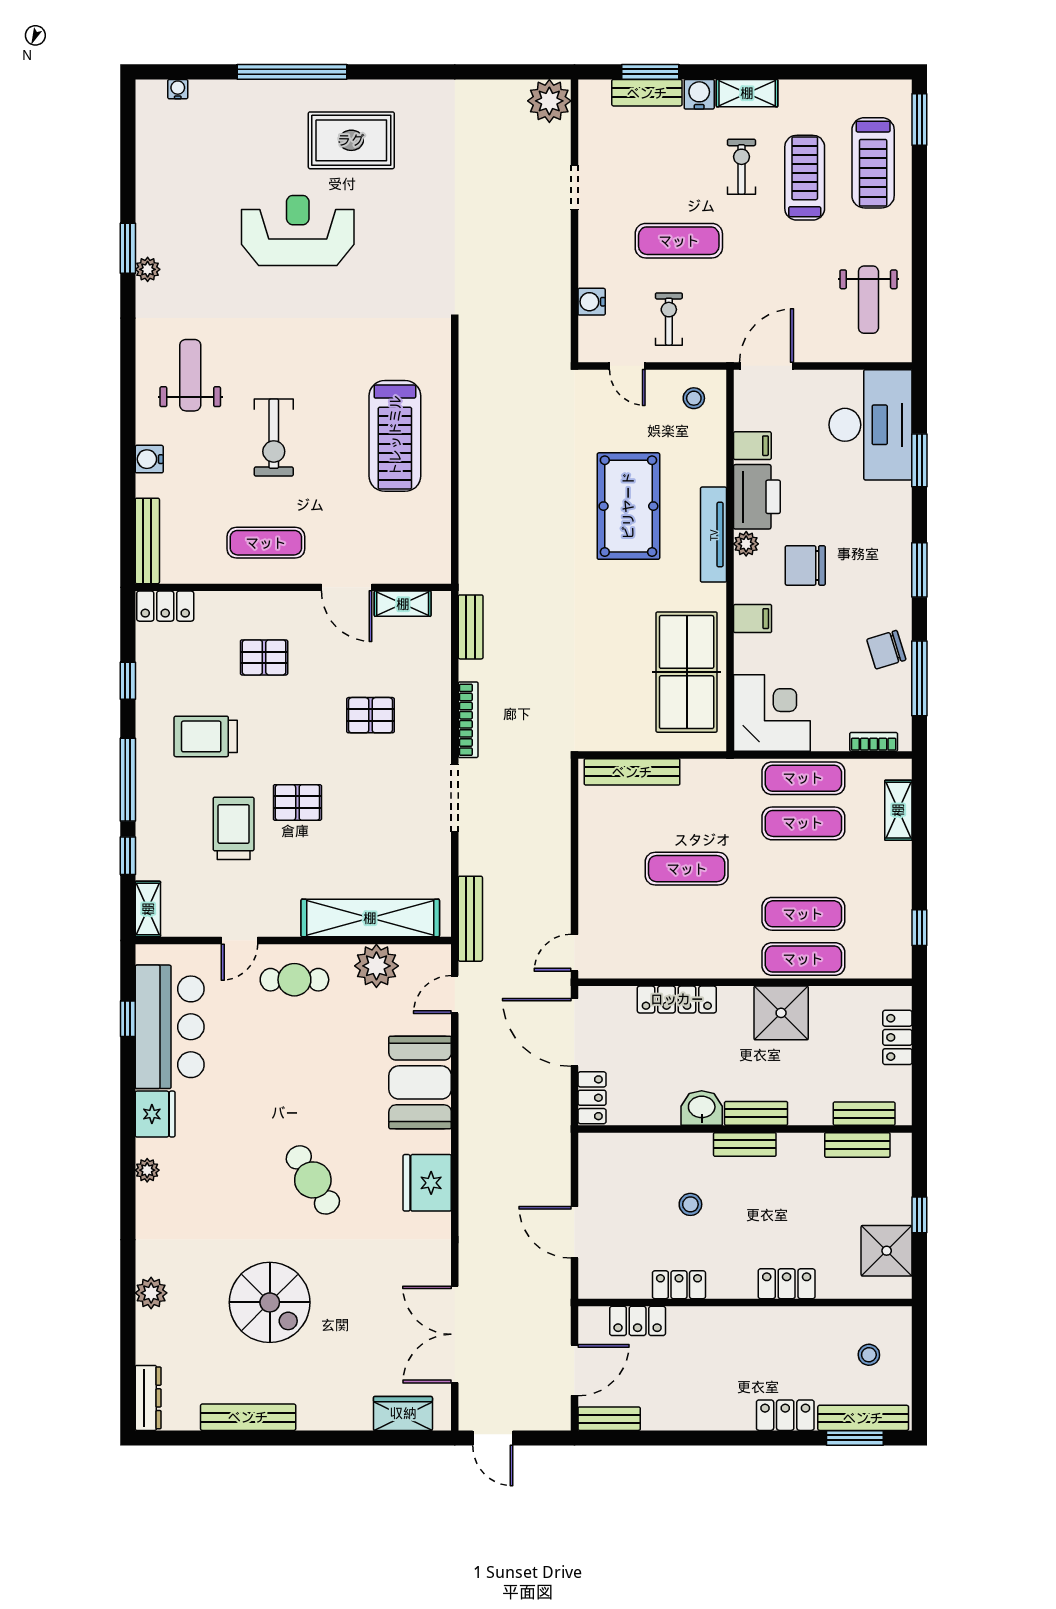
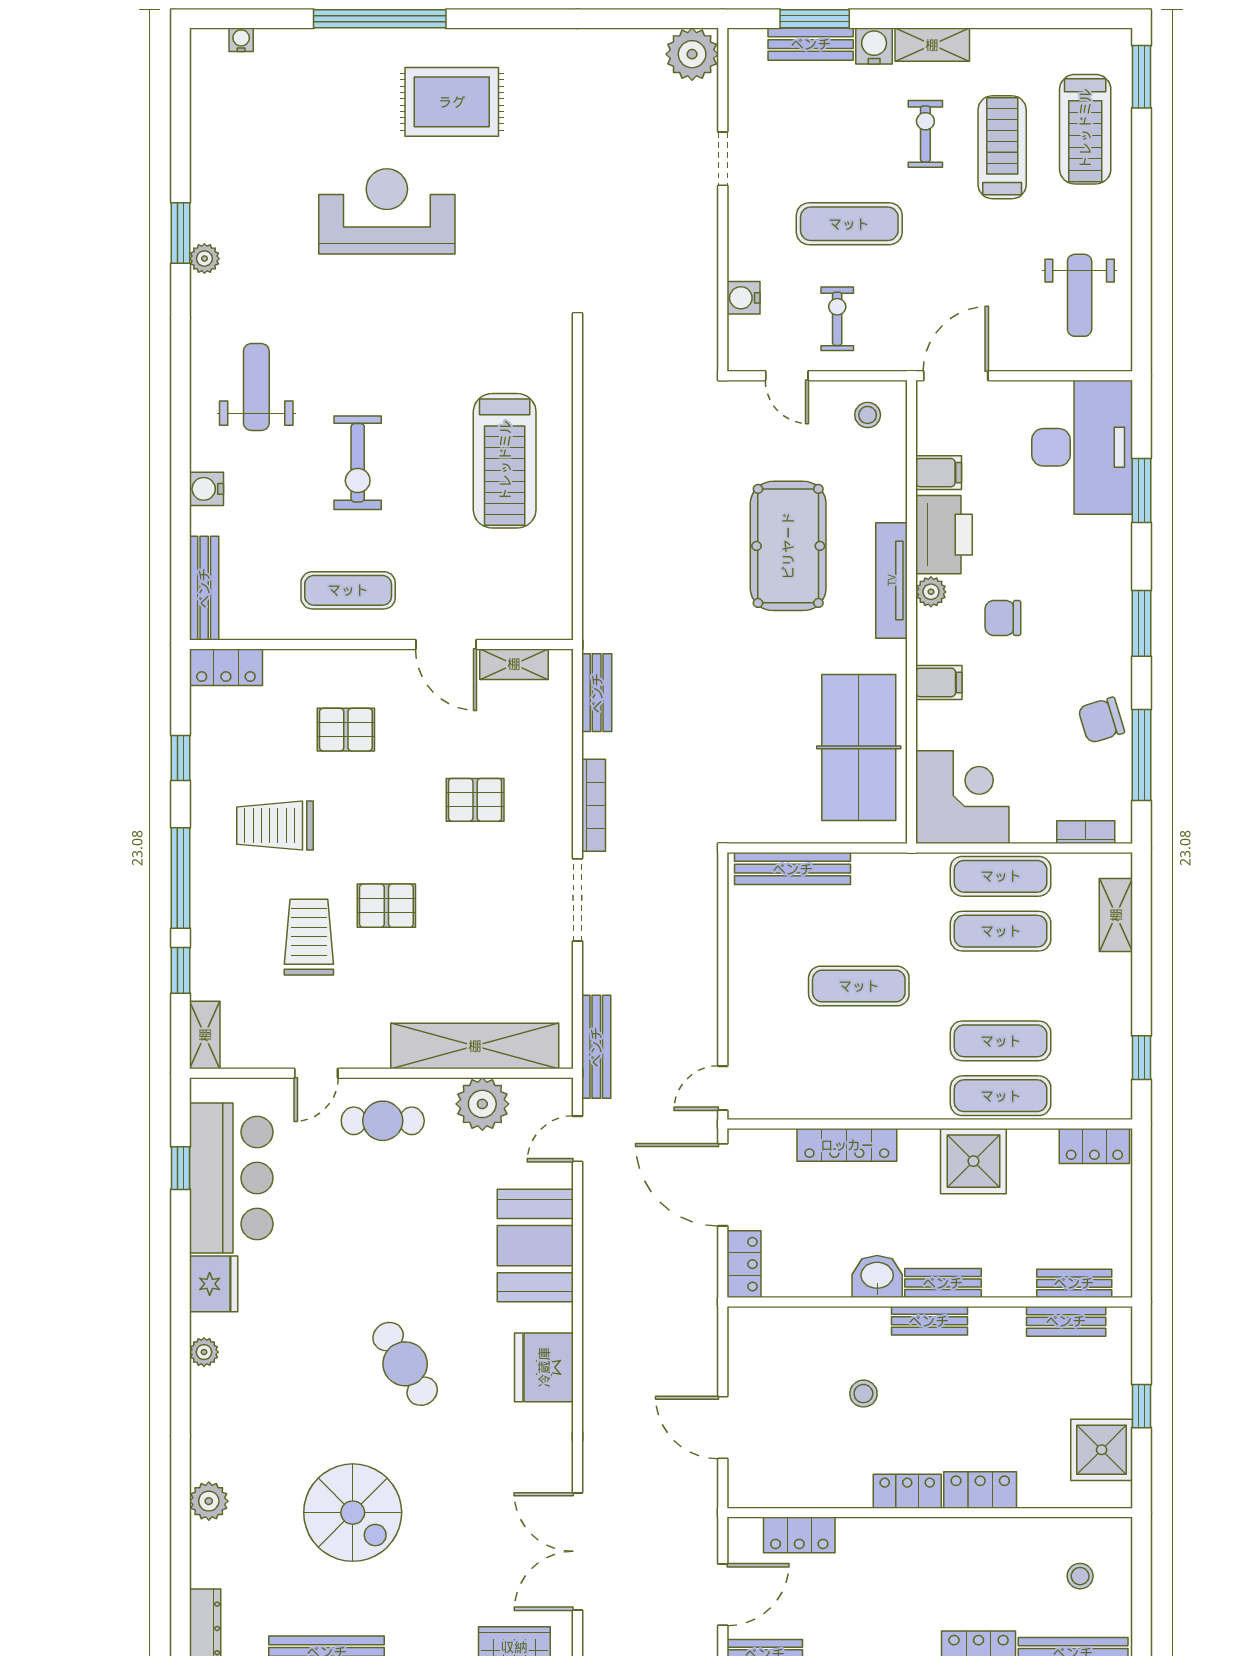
chair: (805, 565) -> (1003, 618), width x0.73, depth x0.73
locker: (897, 1037) -> (1094, 1146), moved, turned -90
locker: (679, 1285) -> (907, 1491), moved

